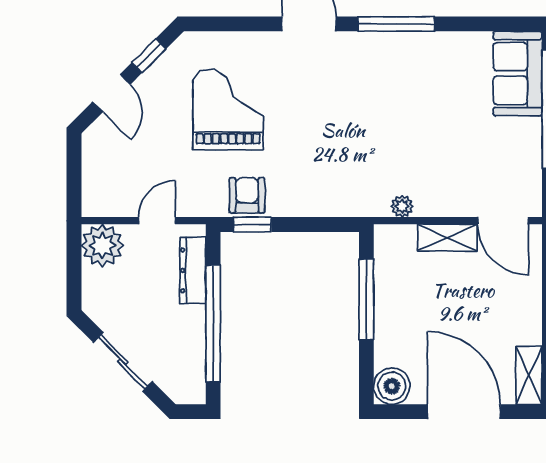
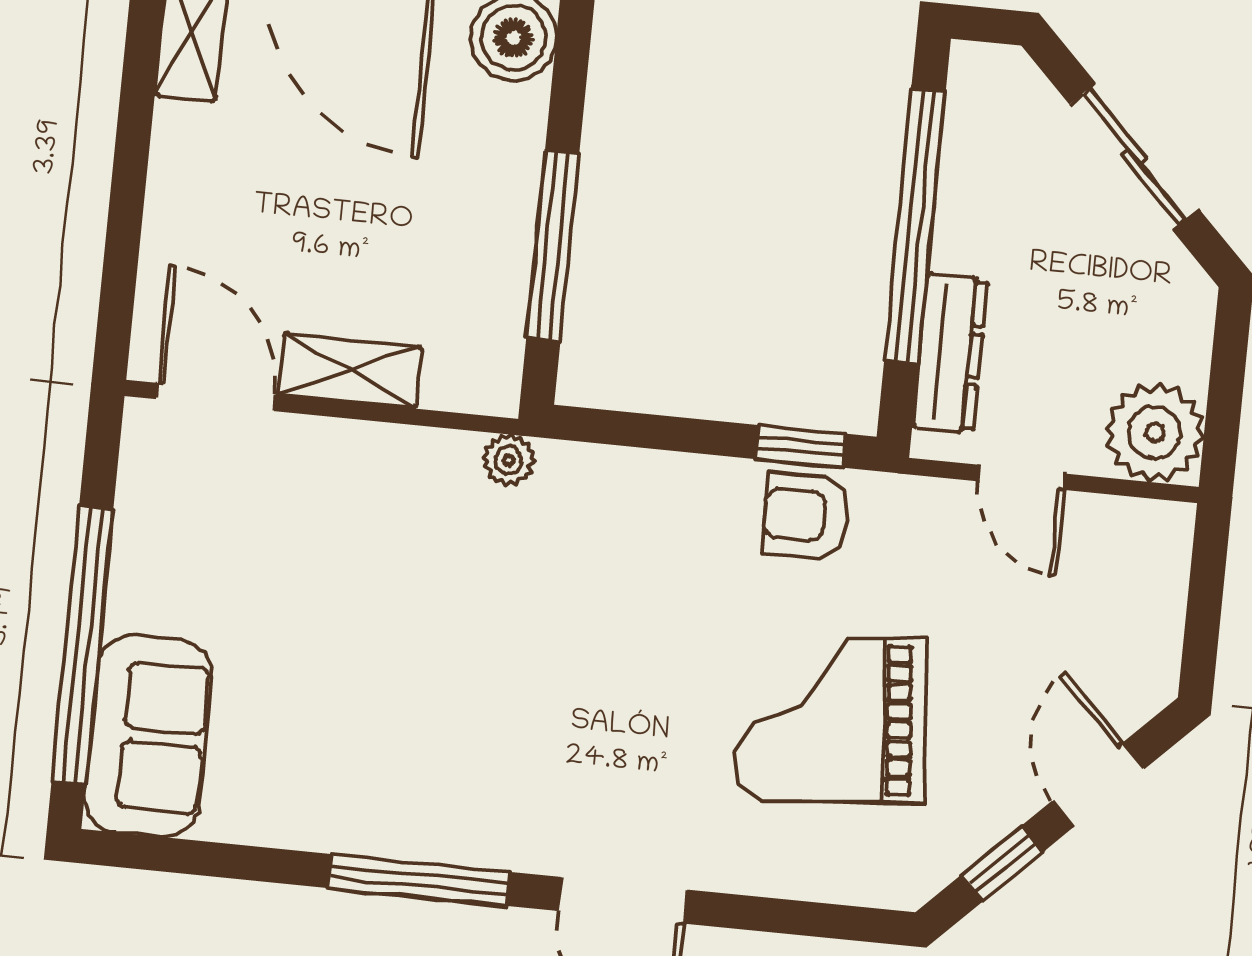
grand piano: (228, 109) -> (831, 720), turned 85
armchair: (247, 195) -> (806, 516), turned 89
plant: (402, 206) -> (509, 460), moved
door: (157, 221) -> (1022, 477), hinge flipped

